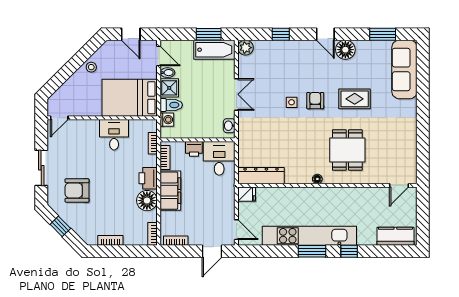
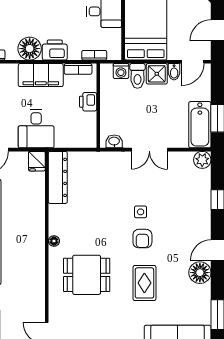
armchair: (315, 101) -> (142, 239), turned 90
desk: (219, 158) -> (36, 129), moved, turned 90

